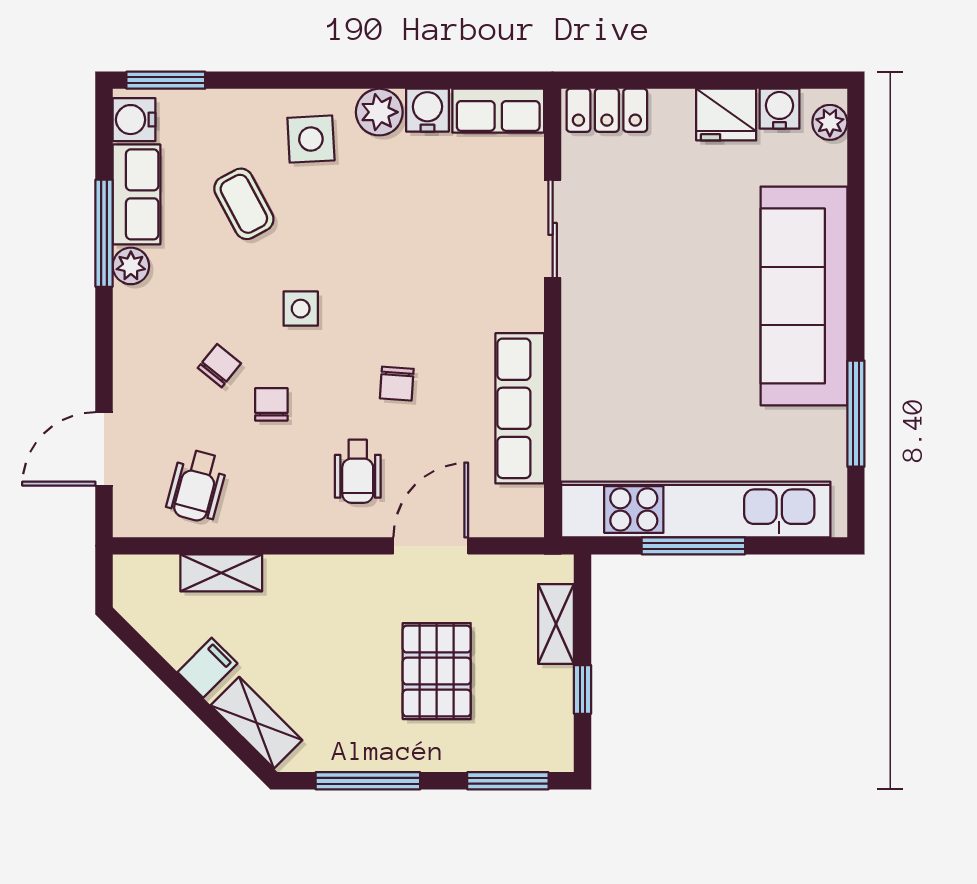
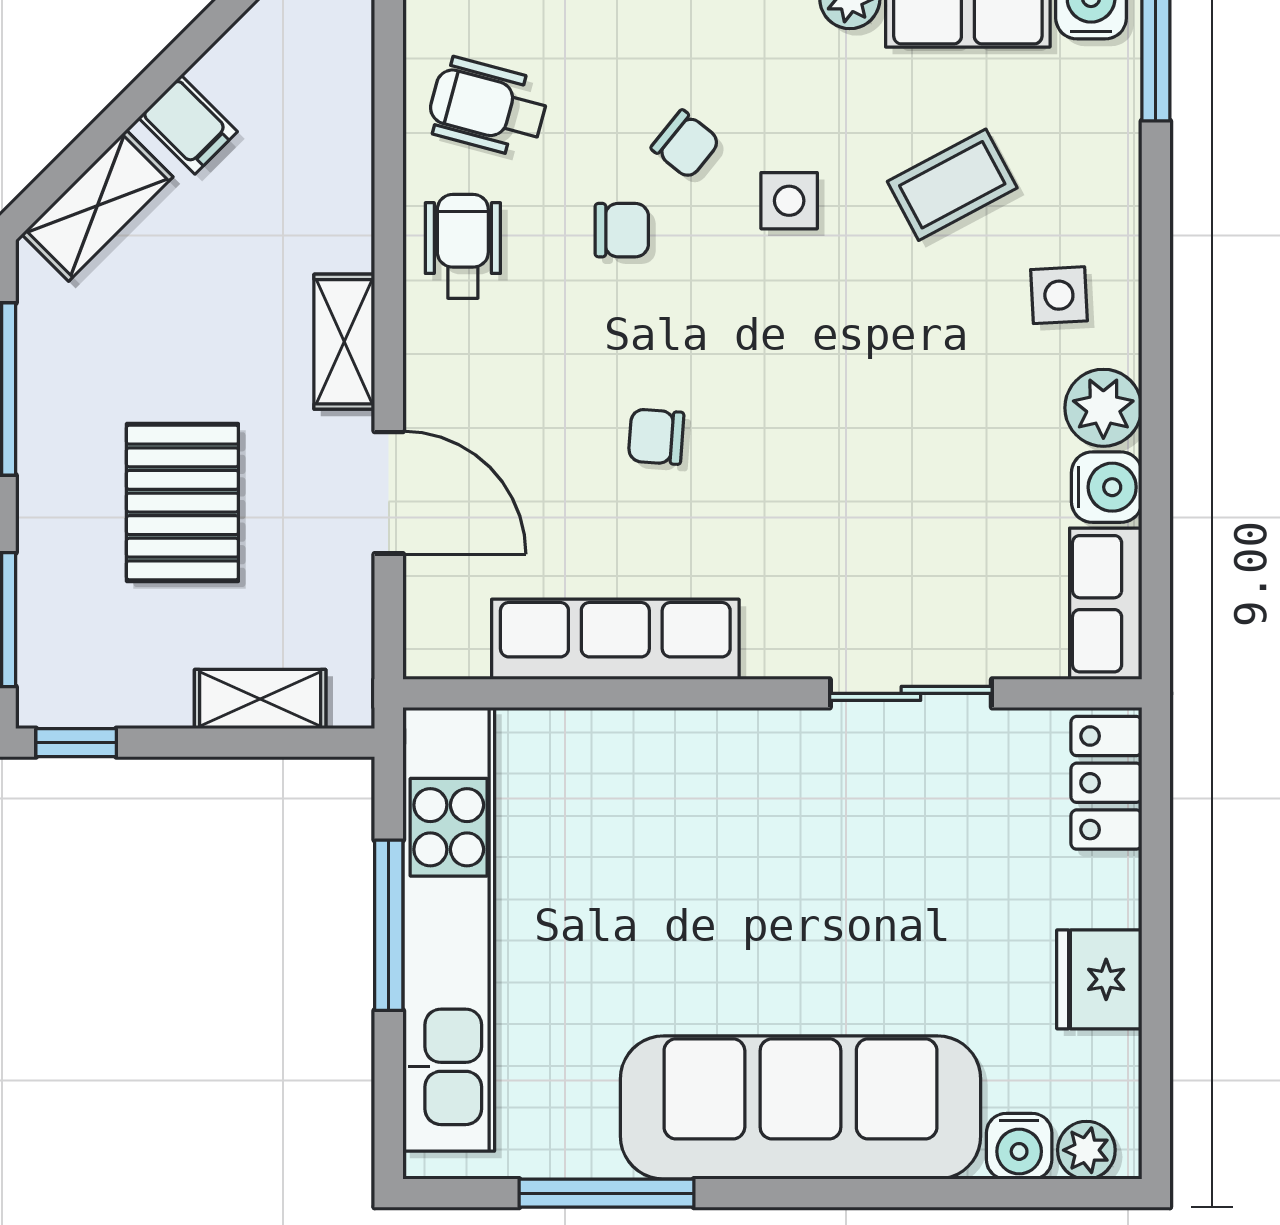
water cooler: (779, 109) -> (1019, 1146), moved, turned 90
side table: (311, 139) -> (1059, 295), width x0.73, depth x0.73
side table: (301, 309) -> (789, 201), moved
wheelchair: (358, 471) -> (463, 246), moved, turned 90
shelving: (221, 573) -> (344, 342), moved
pallet: (437, 671) -> (182, 503), turned 90
window: (582, 689) -> (76, 743), moved

